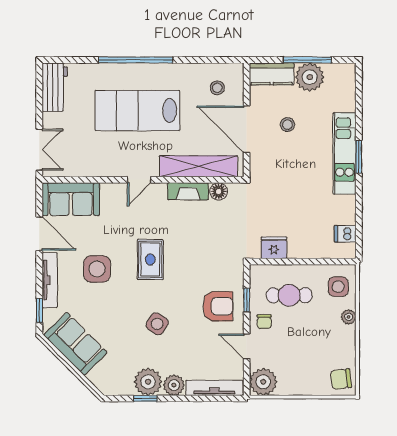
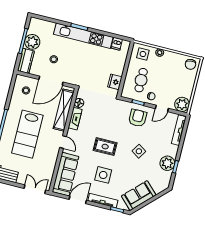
kitchen unit: (344, 153) -> (83, 36), width x1.36
sofa: (71, 199) -> (66, 174), width x1.36
plant: (174, 385) -> (172, 150), removed

